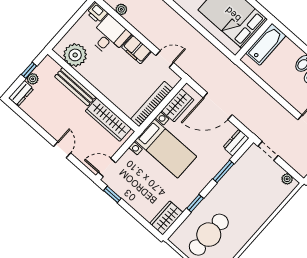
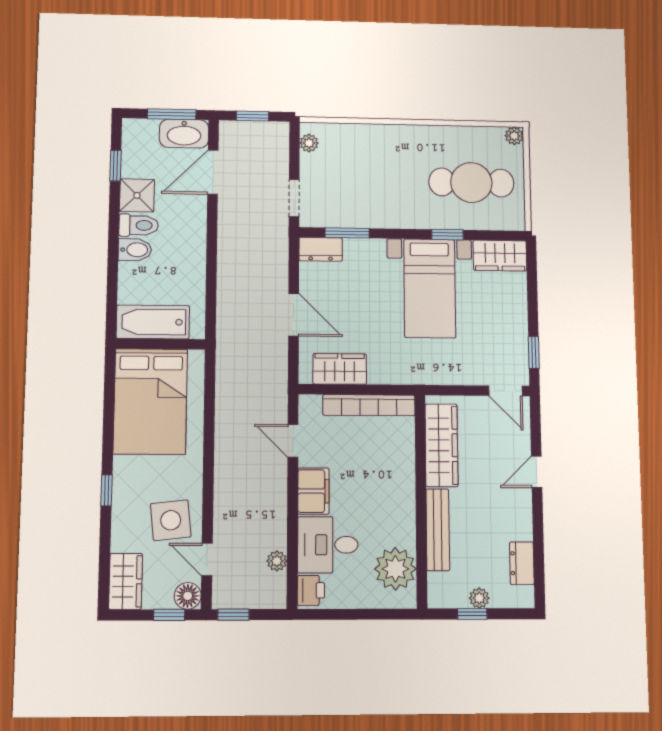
dresser: (21, 93) -> (522, 563), moved, turned -90
door: (218, 106) -> (294, 315), width x0.73
bed with nightstands: (166, 149) -> (430, 288), moved, turned 180
window: (223, 171) -> (347, 233), moved

